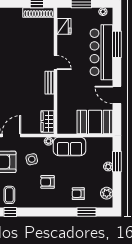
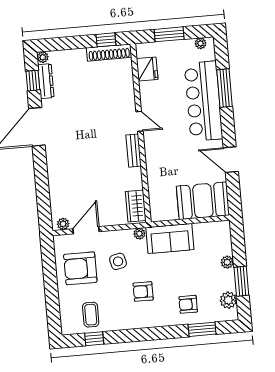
window: (117, 162) -> (241, 281), moved

